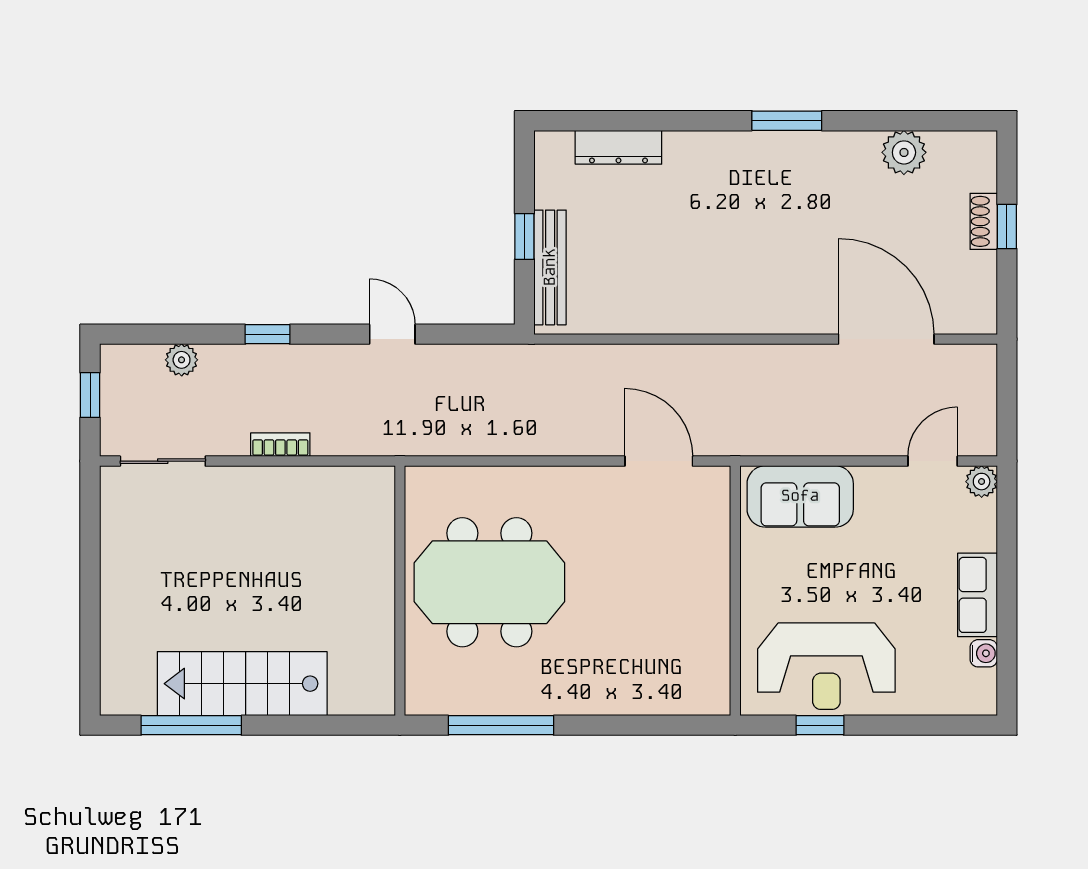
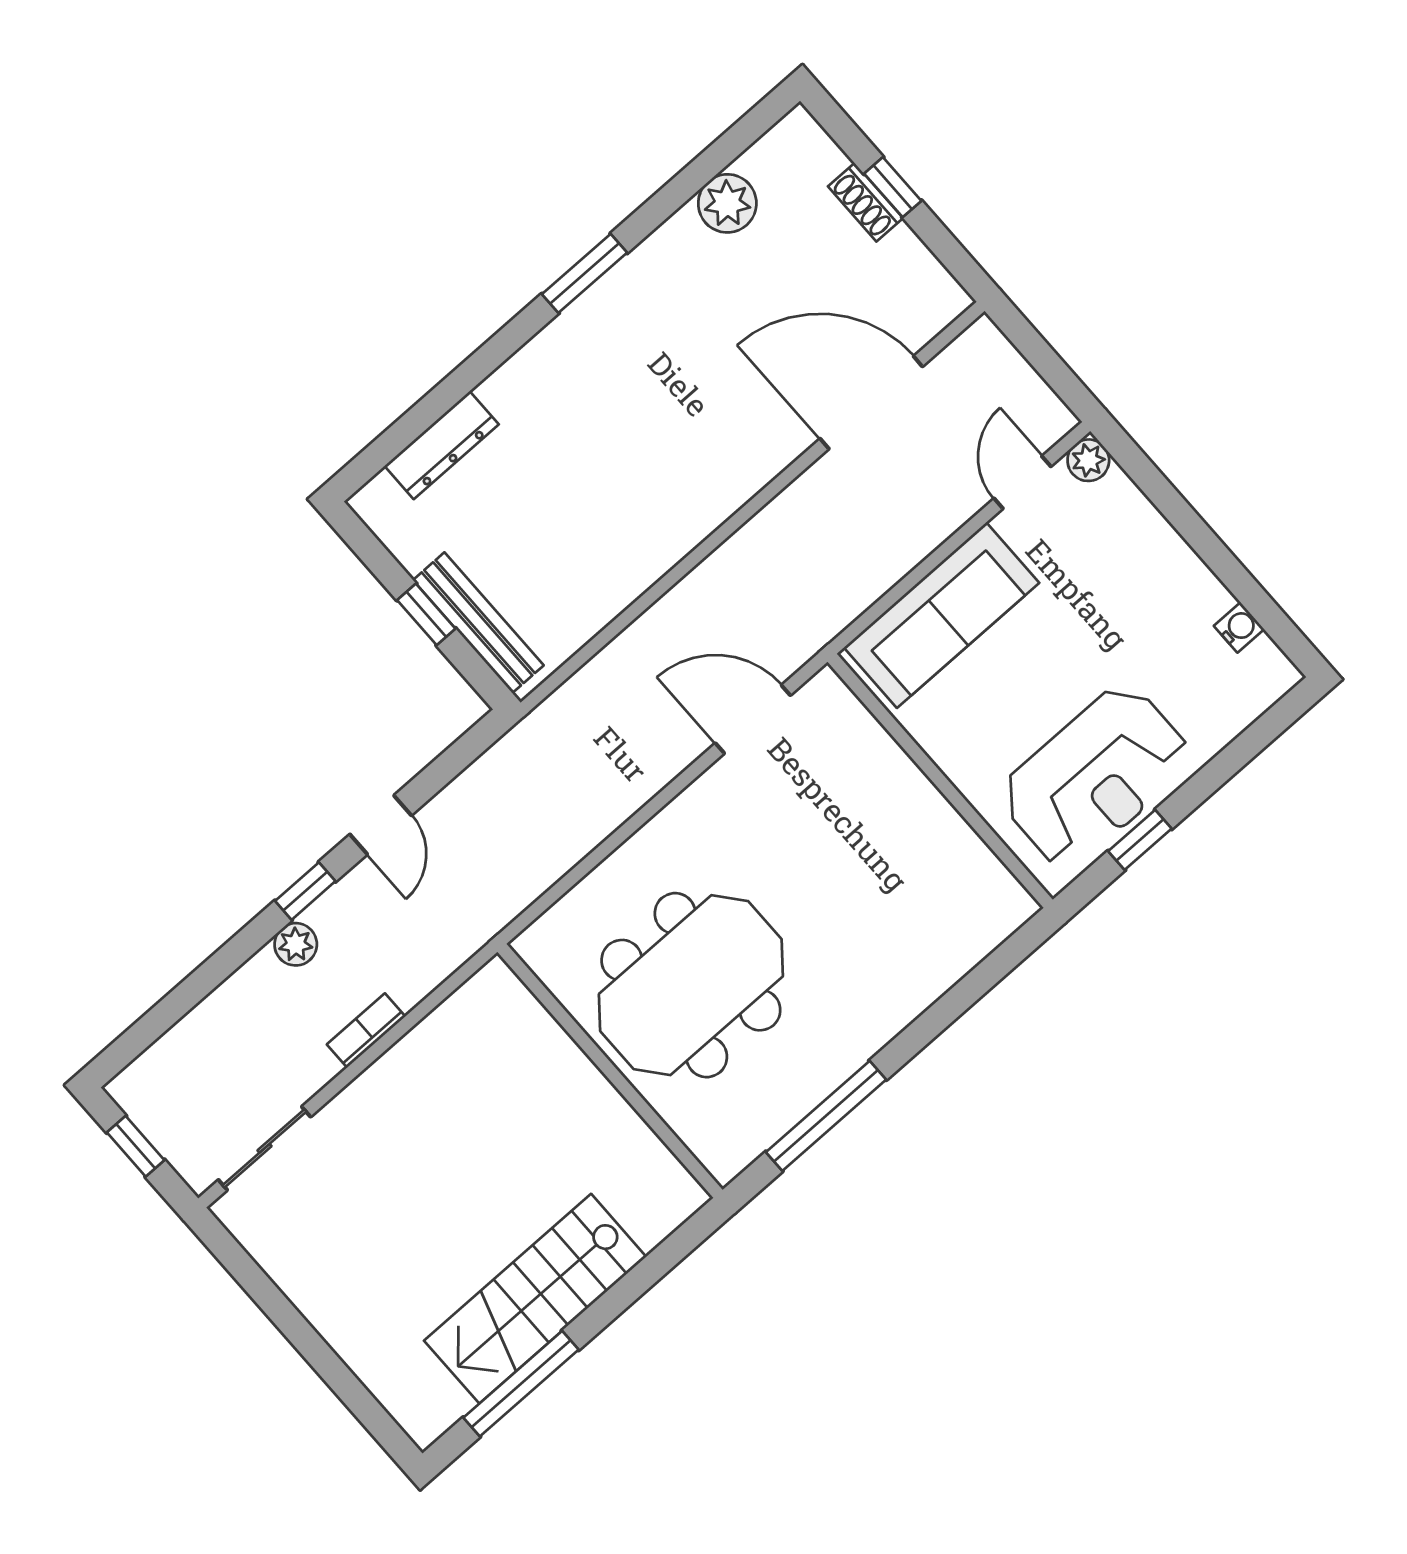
window: (268, 334) -> (305, 891), moved
door: (392, 334) -> (381, 825), swing flipped
plant: (182, 360) -> (296, 944), moved
sofa: (800, 496) -> (942, 615), width x1.36
row of seats: (977, 595) -> (1182, 575), removed

